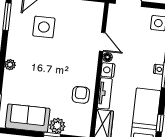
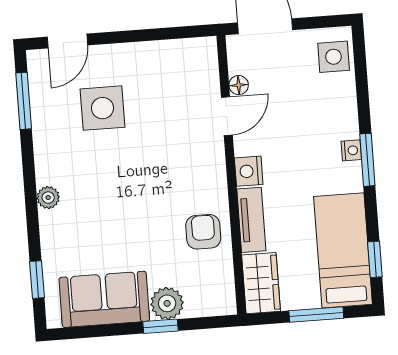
door: (102, 42) -> (227, 116), hinge flipped
floor lamp: (107, 57) -> (239, 85), moved

